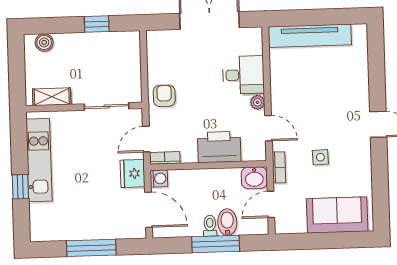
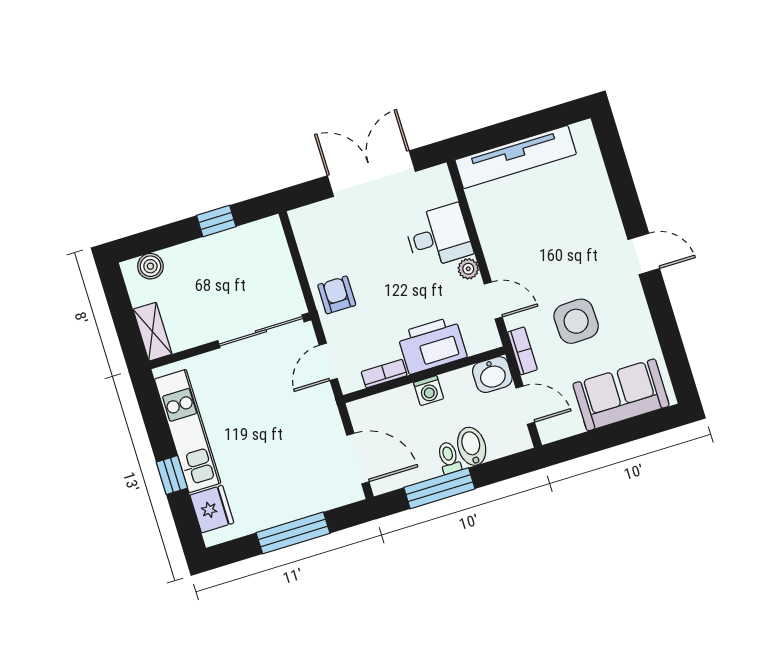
shelving: (52, 97) -> (152, 332), moved, turned 90
sliding door: (107, 106) -> (261, 331), width x1.37
side table: (320, 157) -> (576, 321), width x1.87, depth x1.87
bookcase: (165, 158) -> (384, 374), moved
fridge: (133, 174) -> (212, 509), moved, turned 180
washing machine: (159, 178) -> (429, 391), moved, turned 90
door: (271, 204) -> (525, 405), swing flipped
window: (216, 244) -> (439, 488), moved

